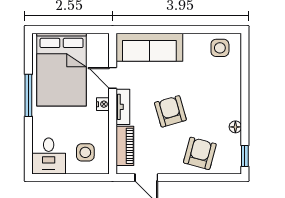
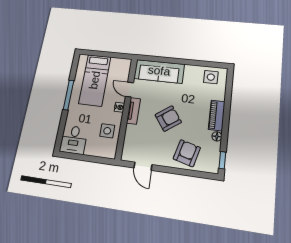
bed: (62, 70) -> (95, 80), width x0.67
armchair: (170, 111) -> (168, 118), turned 70
piano: (125, 146) -> (217, 115), moved, turned 180
side table: (85, 152) -> (107, 131), moved

